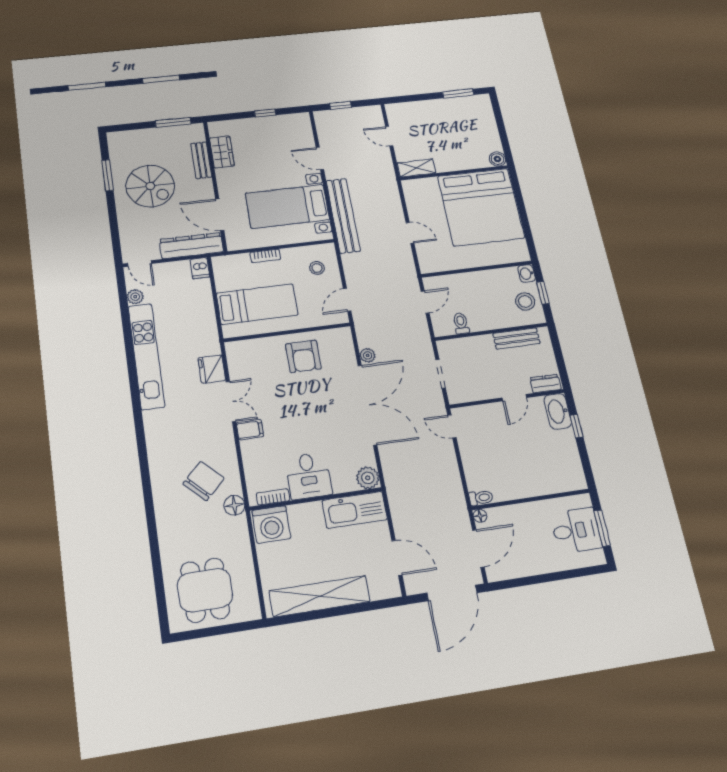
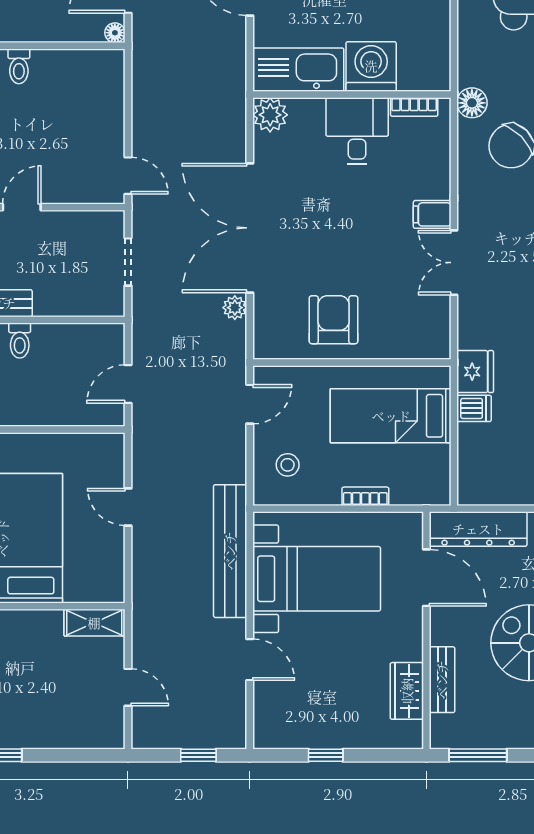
dishwasher: (200, 268) -> (474, 408), moved, turned 90
toilet: (461, 323) -> (20, 341), moved
fridge: (212, 369) -> (475, 372), moved
toilet: (481, 498) -> (19, 66), moved, turned -90
washing machine: (271, 524) -> (371, 66), moved

